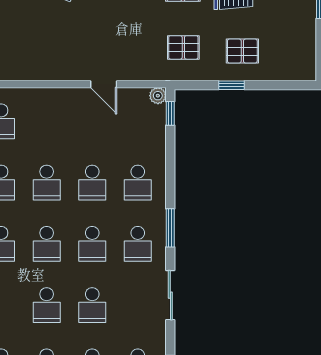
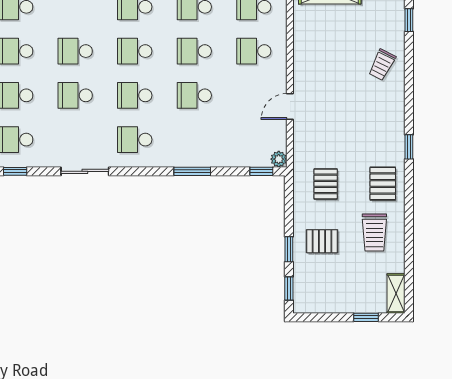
pallet: (242, 51) -> (322, 241), turned 90
window: (231, 85) -> (289, 249), moved
window: (291, 85) -> (289, 288), added
school desk: (138, 183) -> (254, 51), moved
window: (170, 228) -> (192, 171), moved

